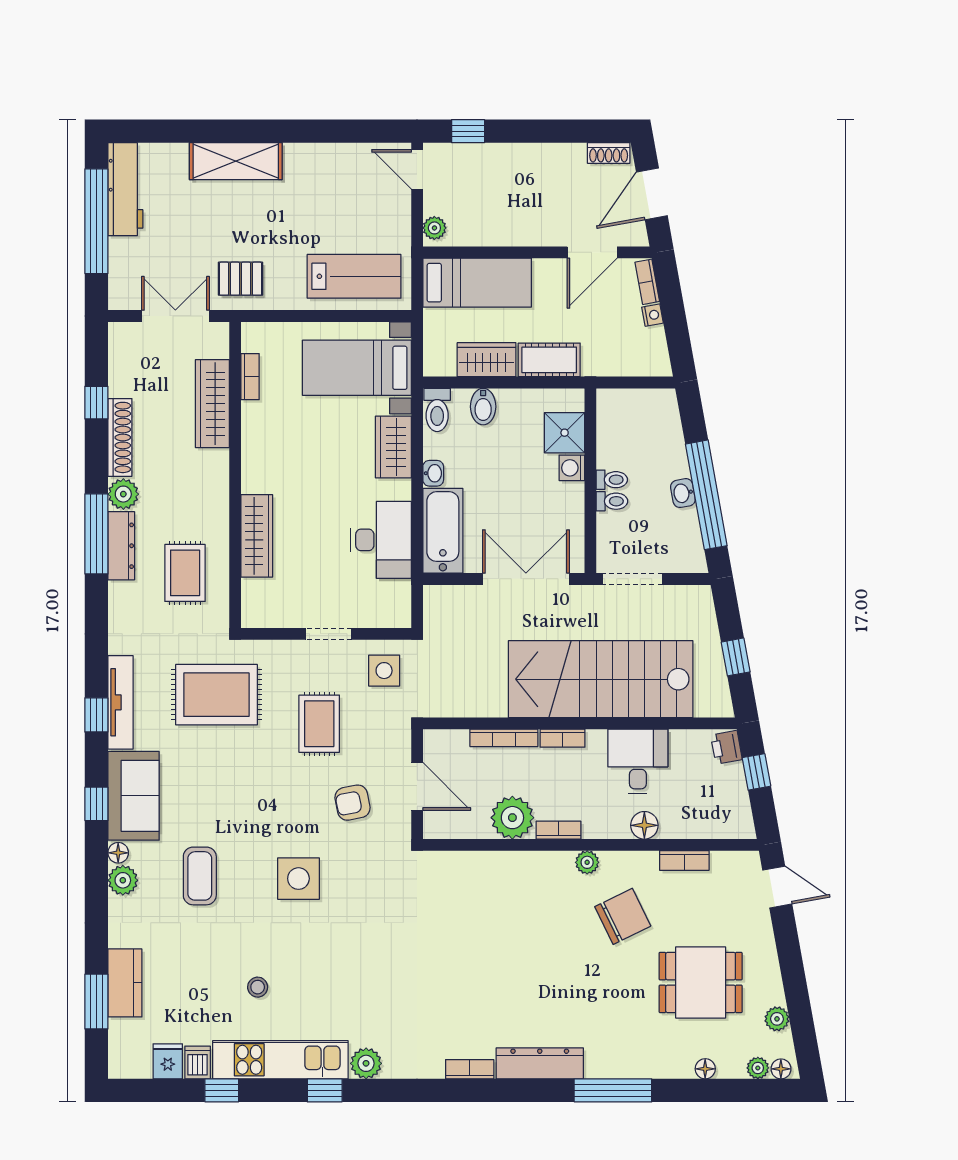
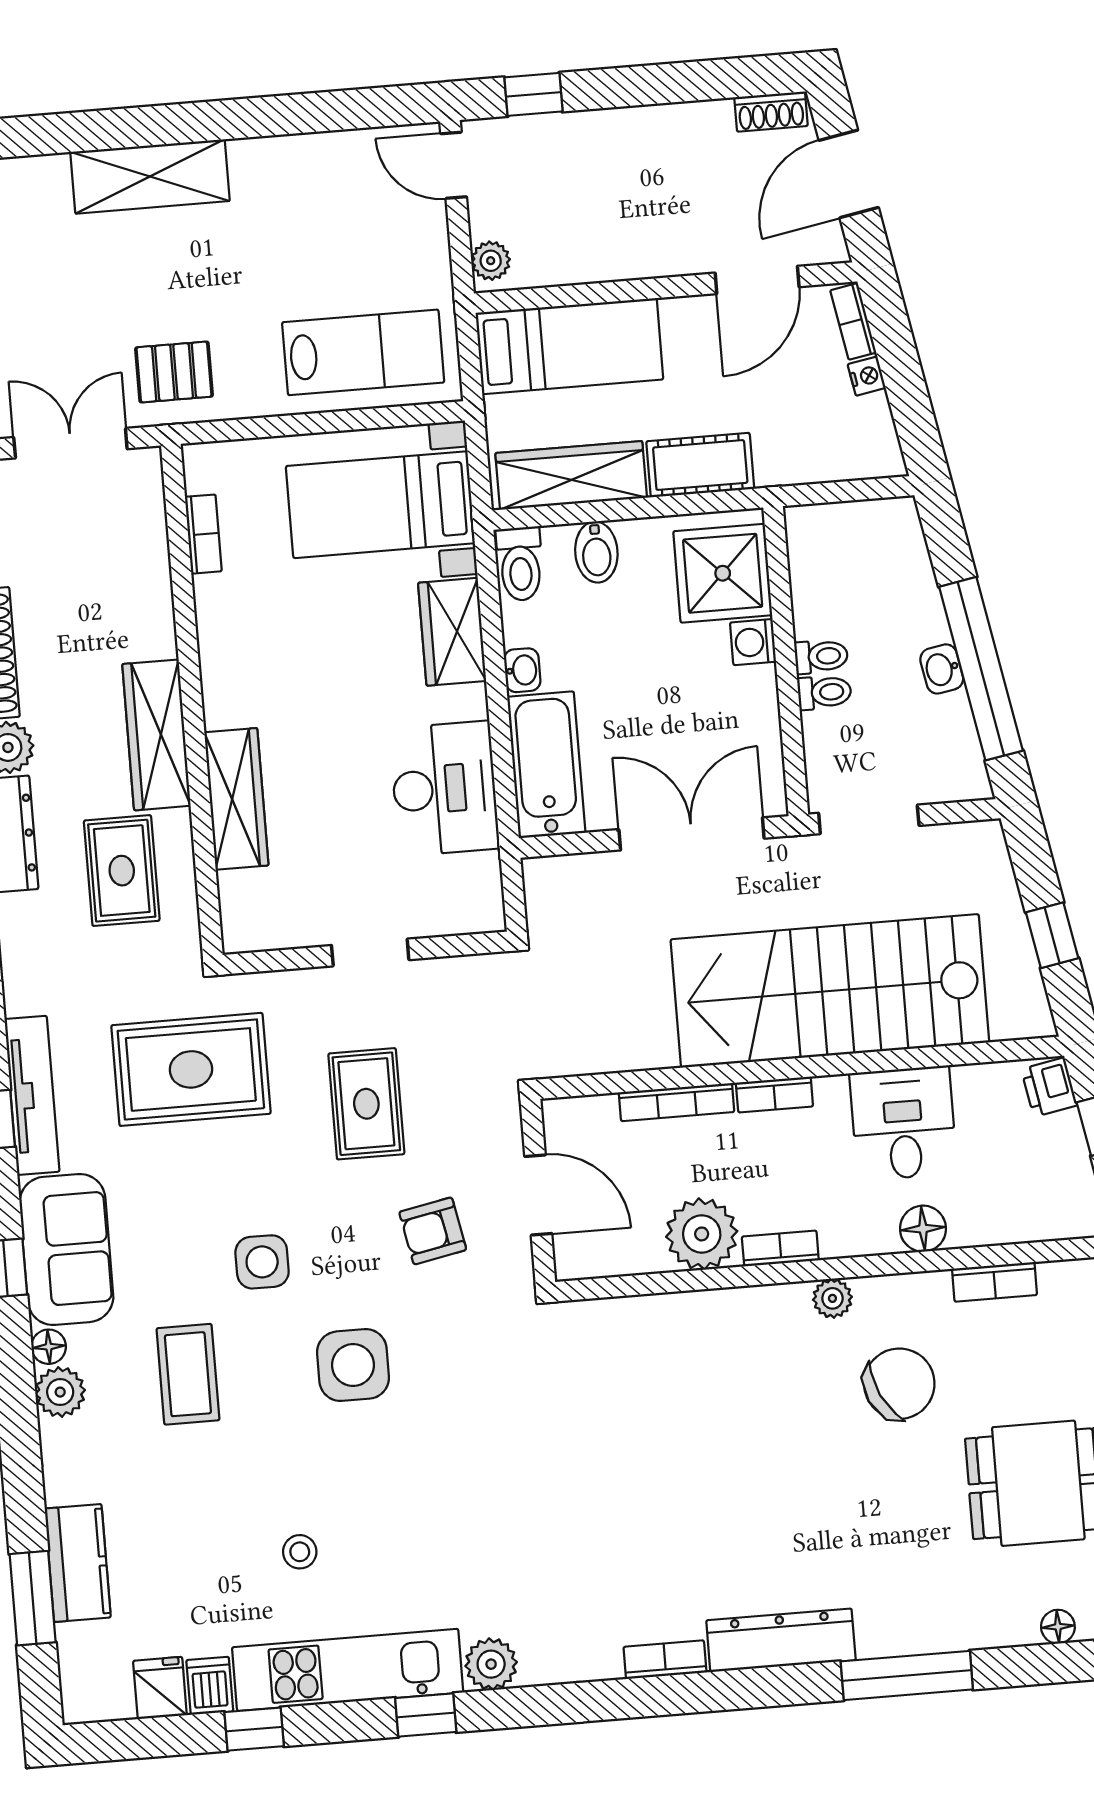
wardrobe: (487, 360) -> (571, 475), width x1.50
wardrobe: (212, 404) -> (156, 735), moved
shower: (565, 433) -> (723, 573), width x1.36, depth x1.36
side table: (384, 671) -> (262, 1262), moved

